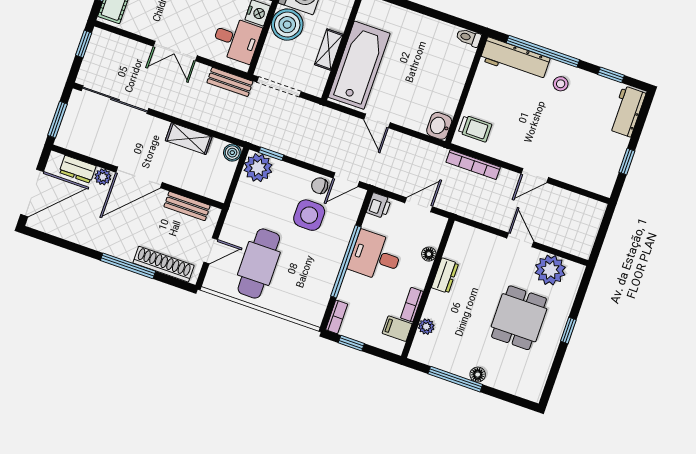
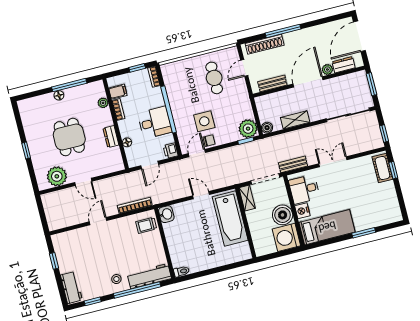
shelving: (329, 50) -> (247, 198), moved
cafe table: (259, 263) -> (214, 78), width x0.73, depth x0.74
dining table: (519, 318) -> (69, 137), moved

